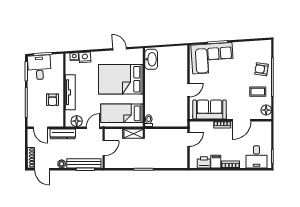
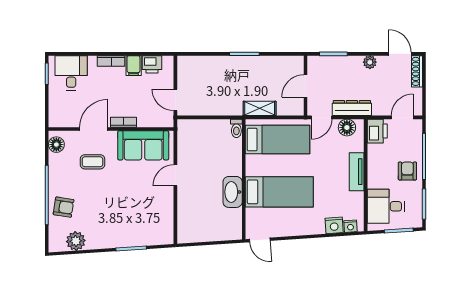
plant: (253, 47) -> (76, 241), added
door: (120, 49) -> (260, 240), moved
corner sofa: (212, 58) -> (139, 224), removed
washbasin: (151, 59) -> (233, 192), moved
desk: (39, 67) -> (386, 206), moved, turned 94
bed: (121, 79) -> (279, 192), width x0.67
tv unit: (70, 92) -> (357, 172), width x0.71
coffee table: (258, 92) -> (92, 162), moved
armchair: (52, 100) -> (407, 171), moved
printer: (57, 119) -> (377, 131), added
door: (40, 128) -> (402, 117), hinge flipped
dresser: (63, 134) -> (352, 108), moved
door: (189, 139) -> (175, 100), hinge flipped
bench: (84, 163) -> (336, 63), removed

